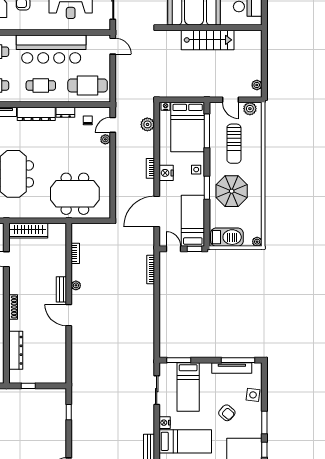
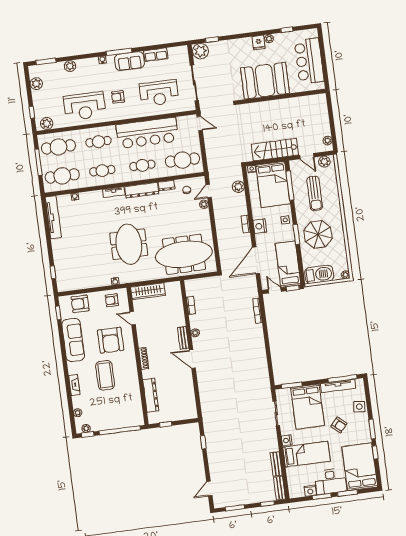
stairs: (208, 40) -> (275, 150), moved, turned 180
meeting table: (75, 194) -> (184, 254), width x1.36
bed: (188, 387) -> (308, 407), width x1.50

